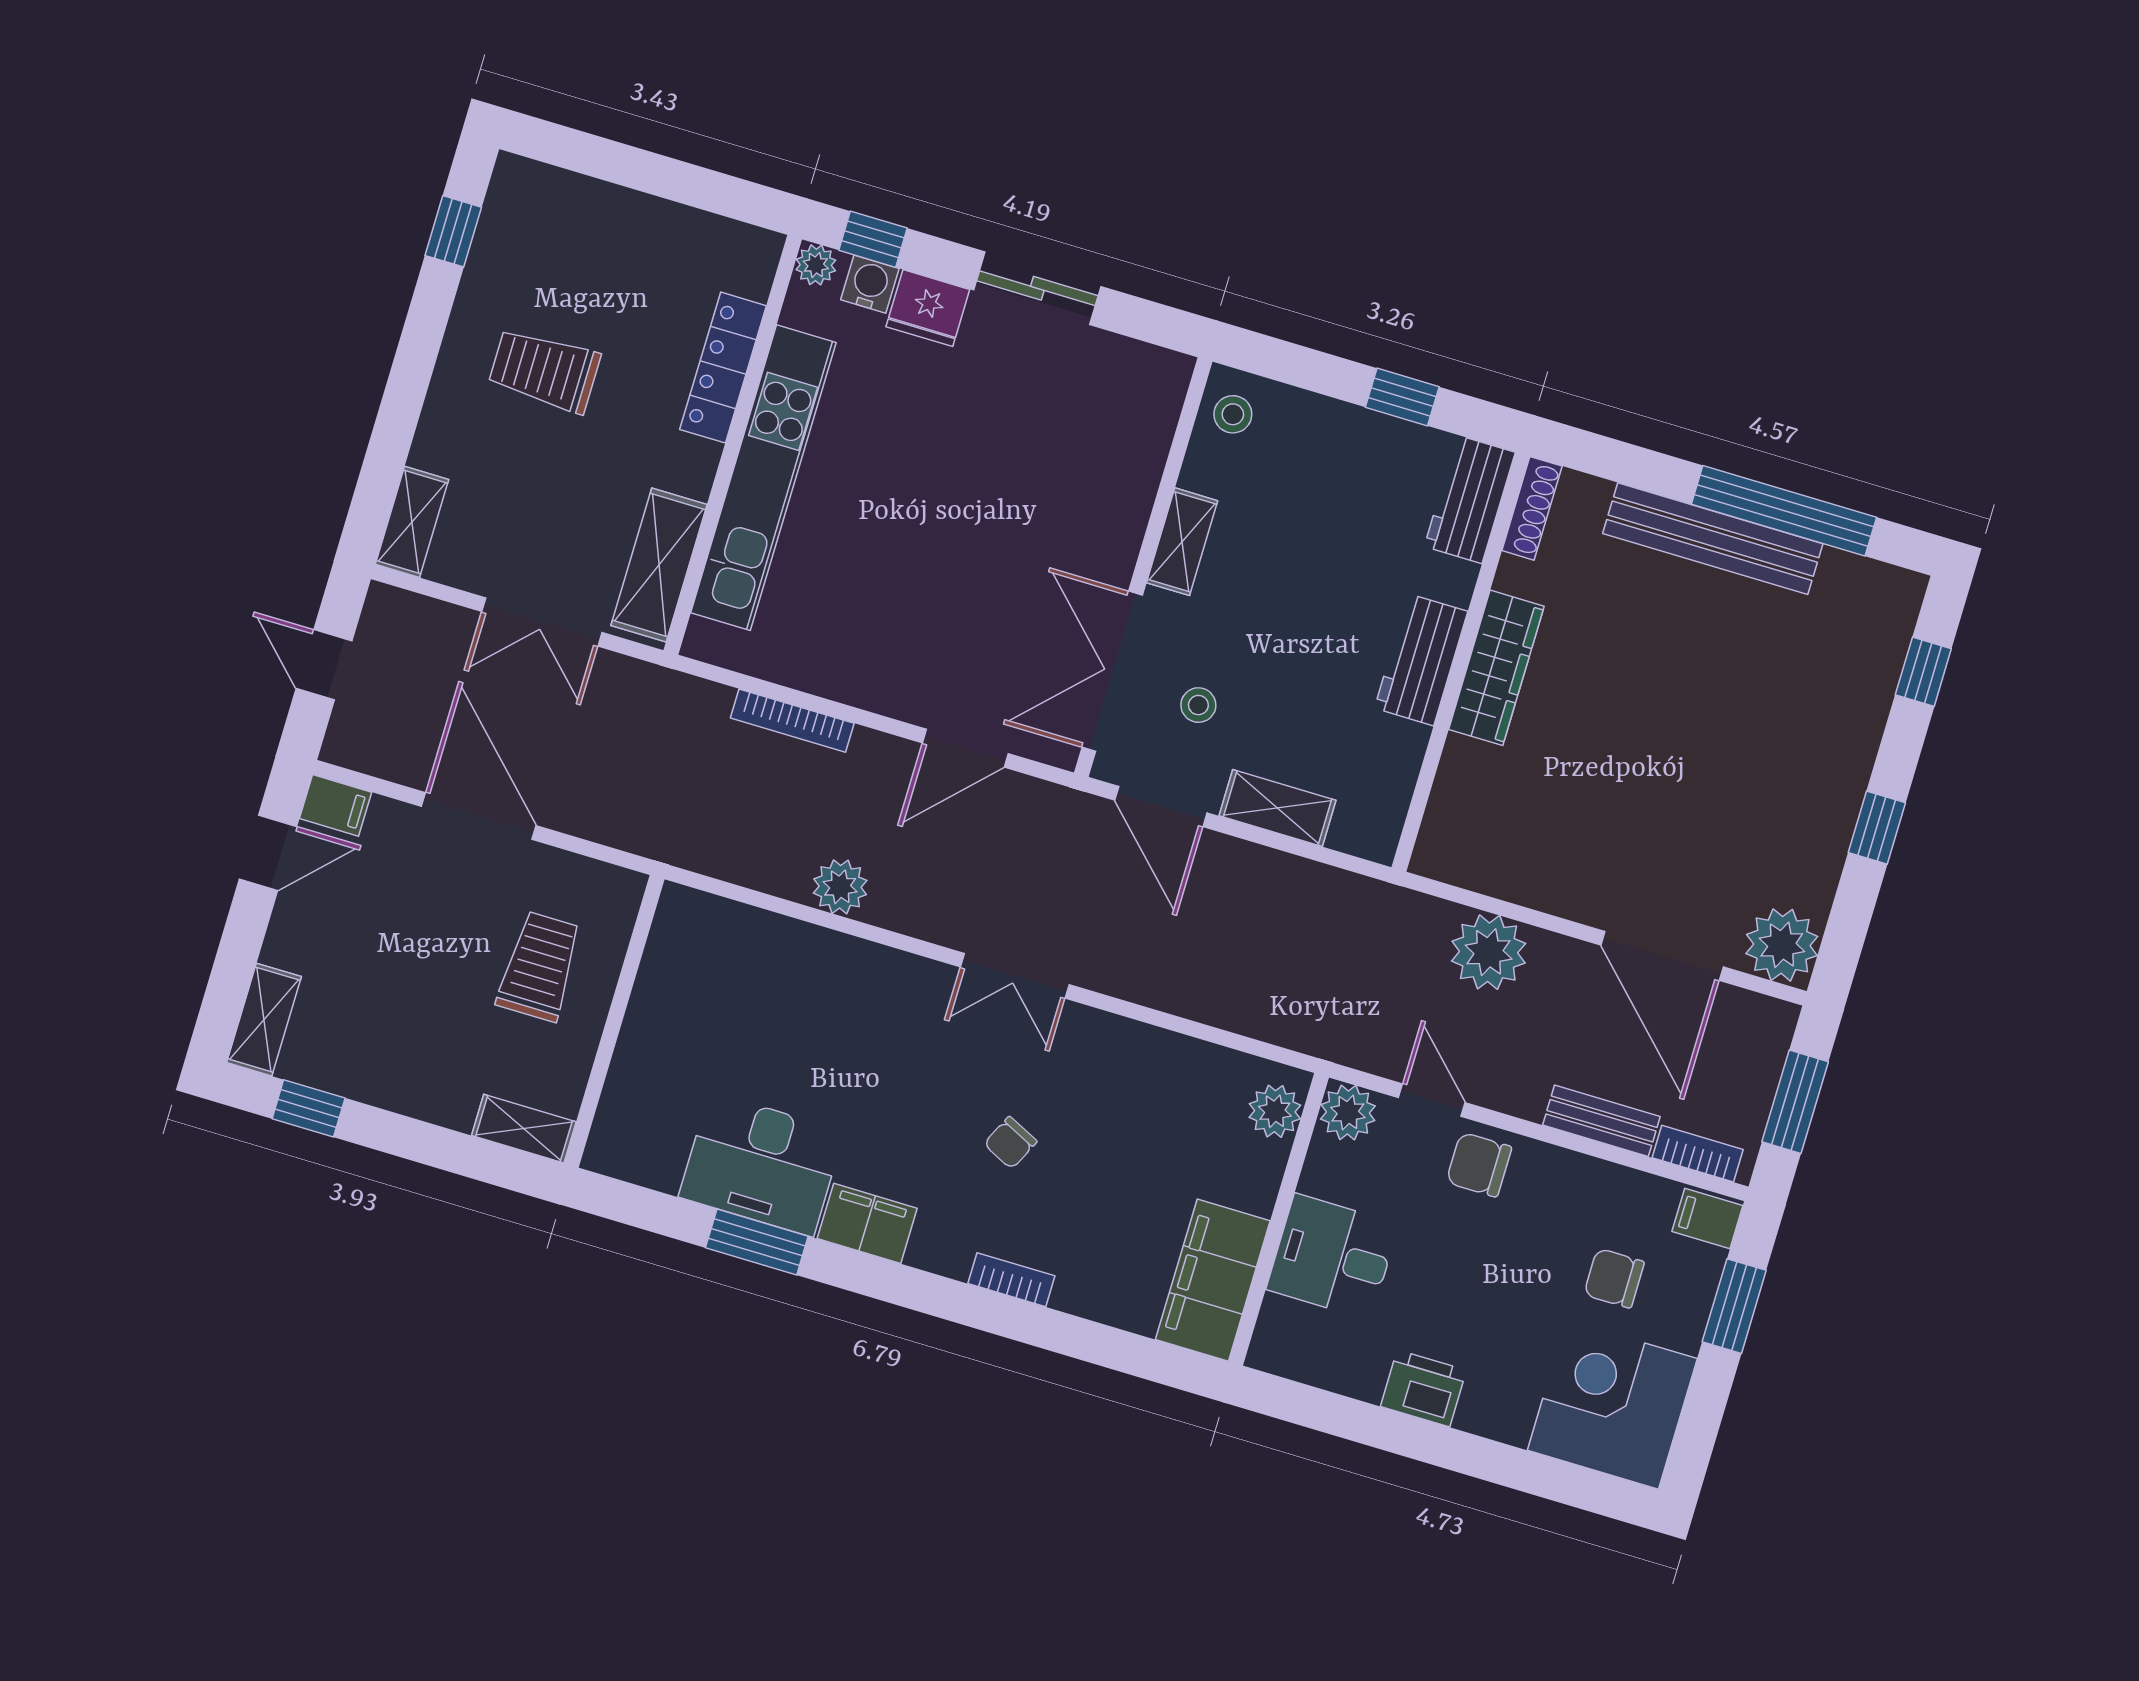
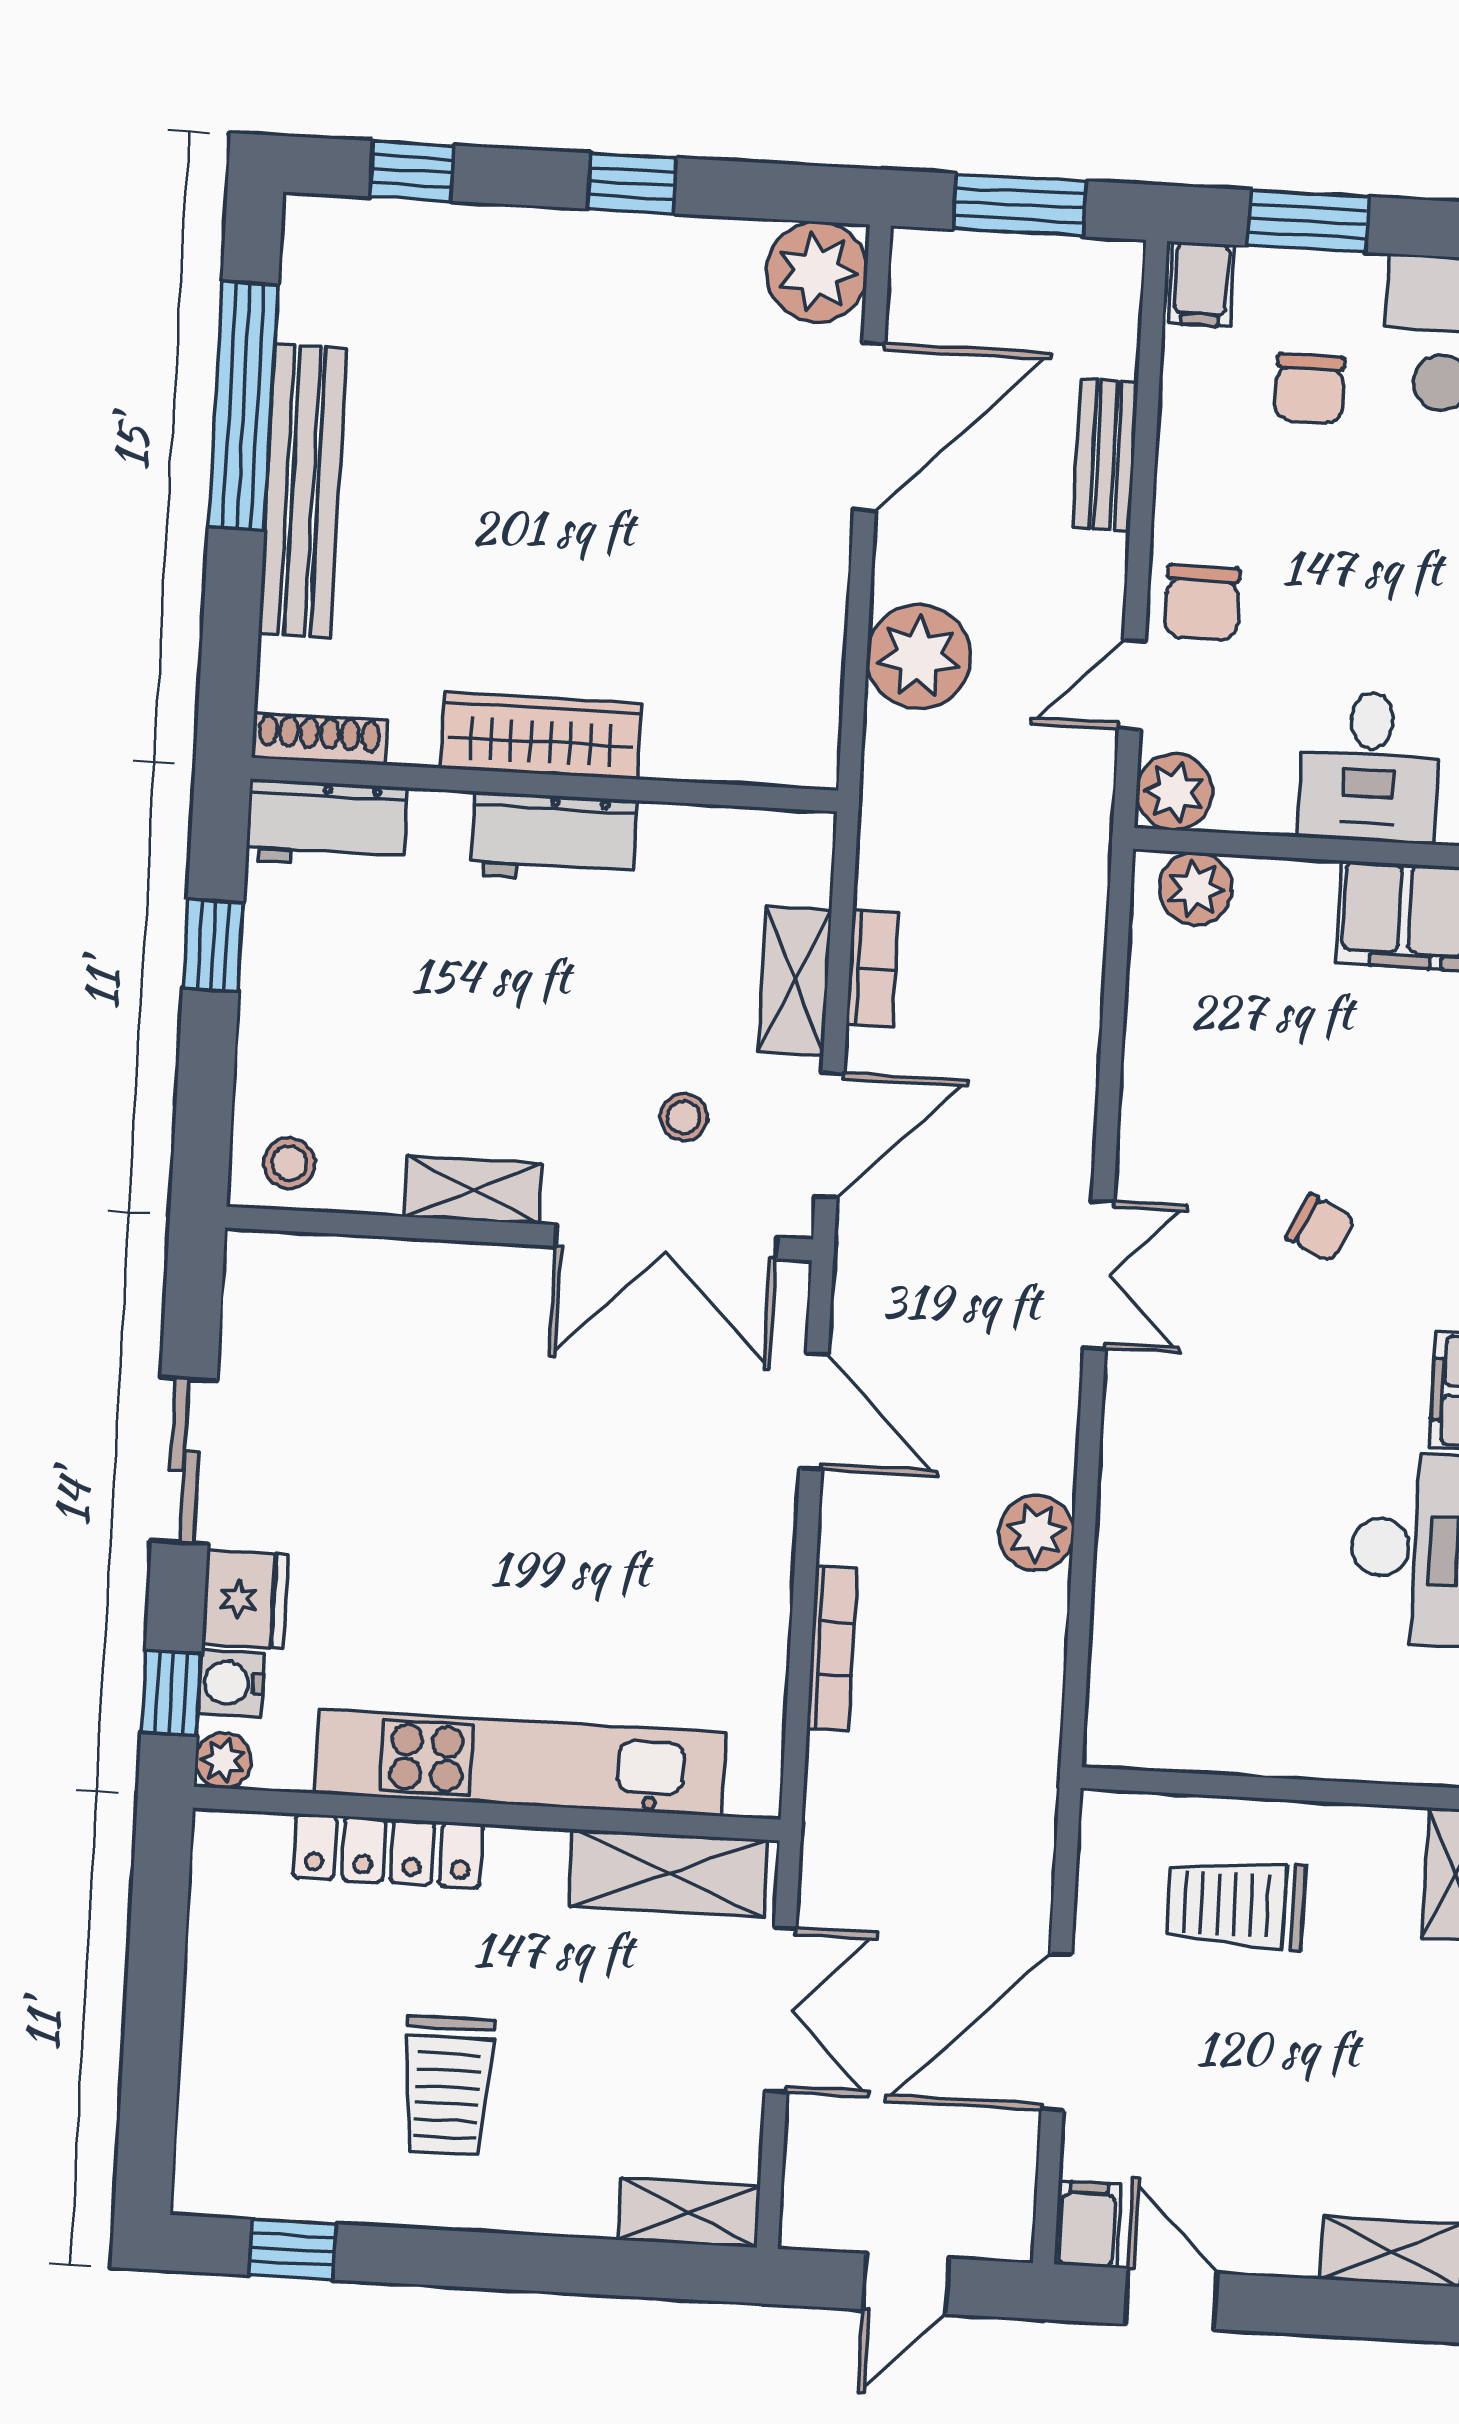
bookcase: (1698, 1154) -> (872, 969), moved, turned 180

